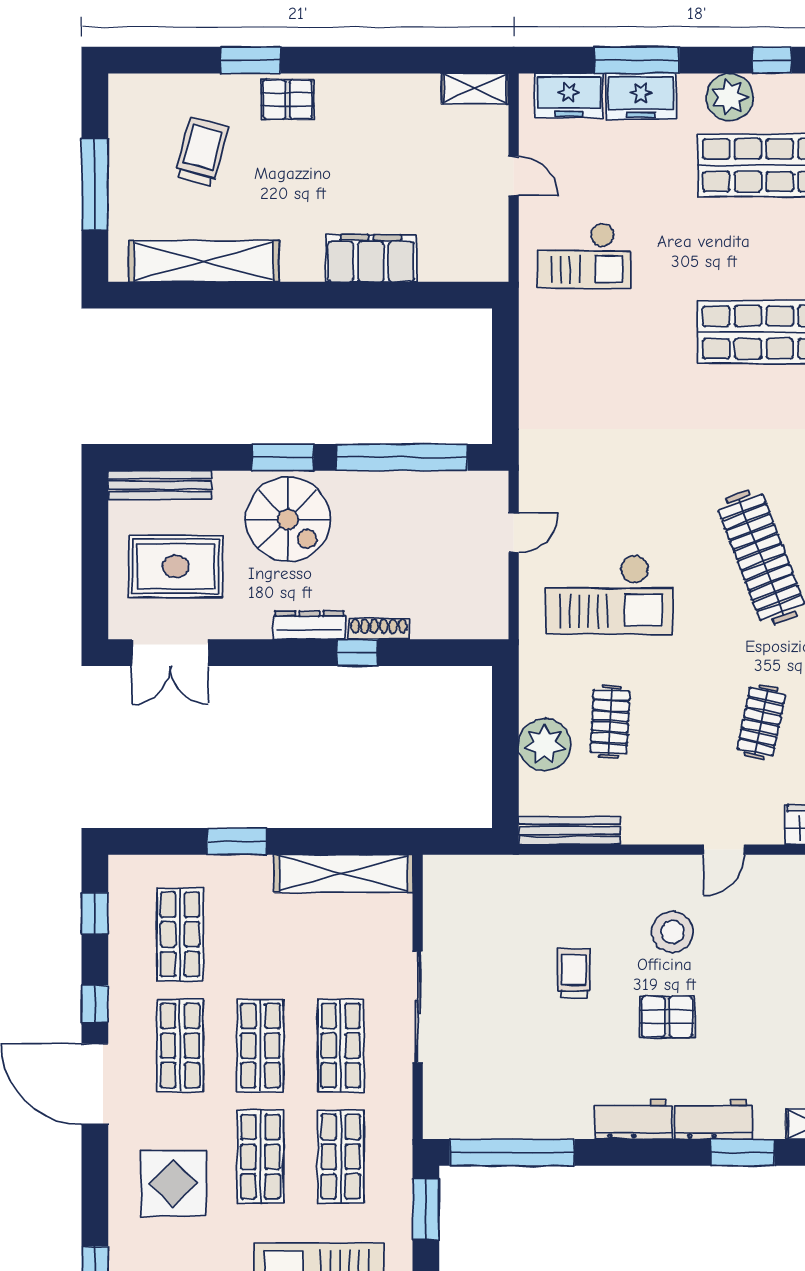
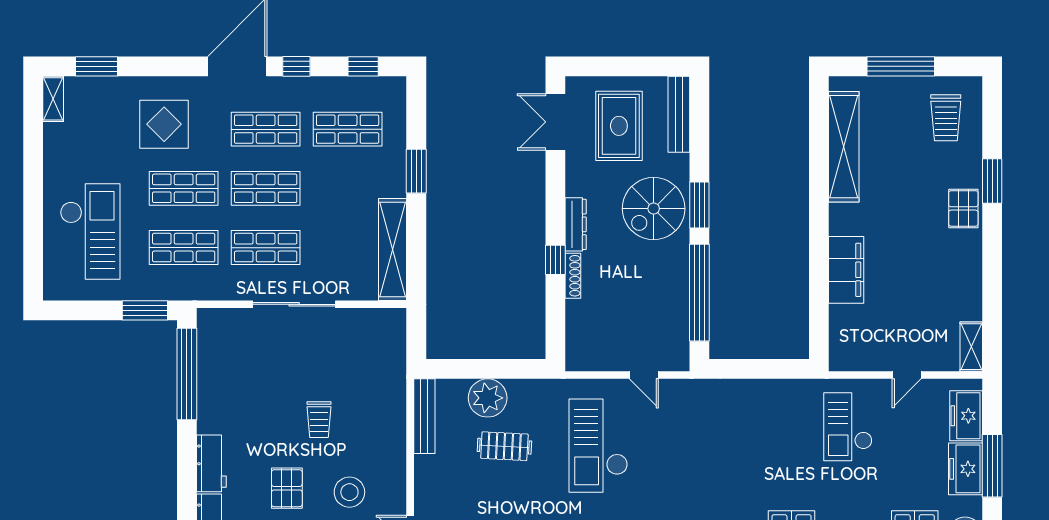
trolley: (202, 151) -> (946, 118), moved, turned 75
trolley: (574, 973) -> (319, 420), turned 90

